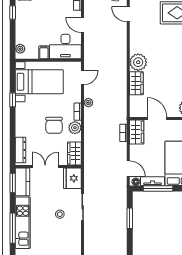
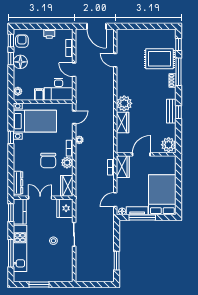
floor lamp: (23, 16) -> (20, 62), added
door: (157, 119) -> (141, 154), hinge flipped
door: (128, 169) -> (115, 200), swing flipped
window: (130, 218) -> (117, 261), moved

